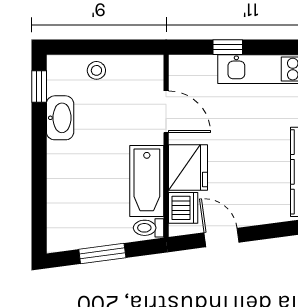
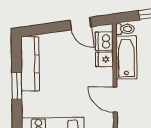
fridge: (188, 168) -> (104, 59), width x0.53, depth x0.75

